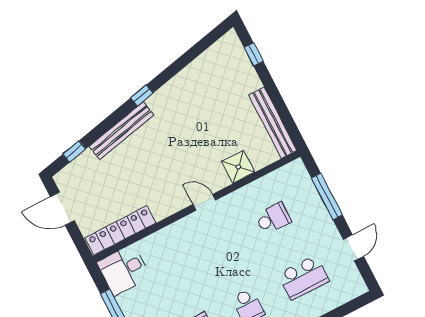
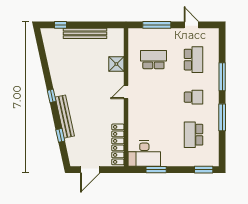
bench: (273, 123) -> (85, 33), moved
window: (74, 151) -> (60, 135), moved
school desk: (273, 218) -> (153, 60), width x1.85
desk: (124, 270) -> (144, 154), width x1.37

